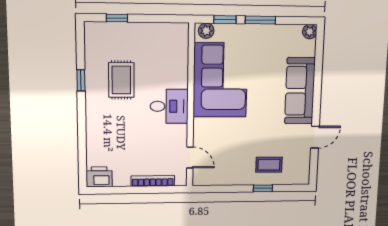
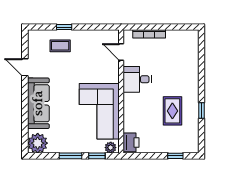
plant: (310, 32) -> (38, 143), width x1.87, depth x1.87
desk: (169, 106) -> (137, 79), moved
door: (315, 137) -> (25, 67), hinge flipped
printer: (99, 177) -> (131, 142), moved, turned -90

